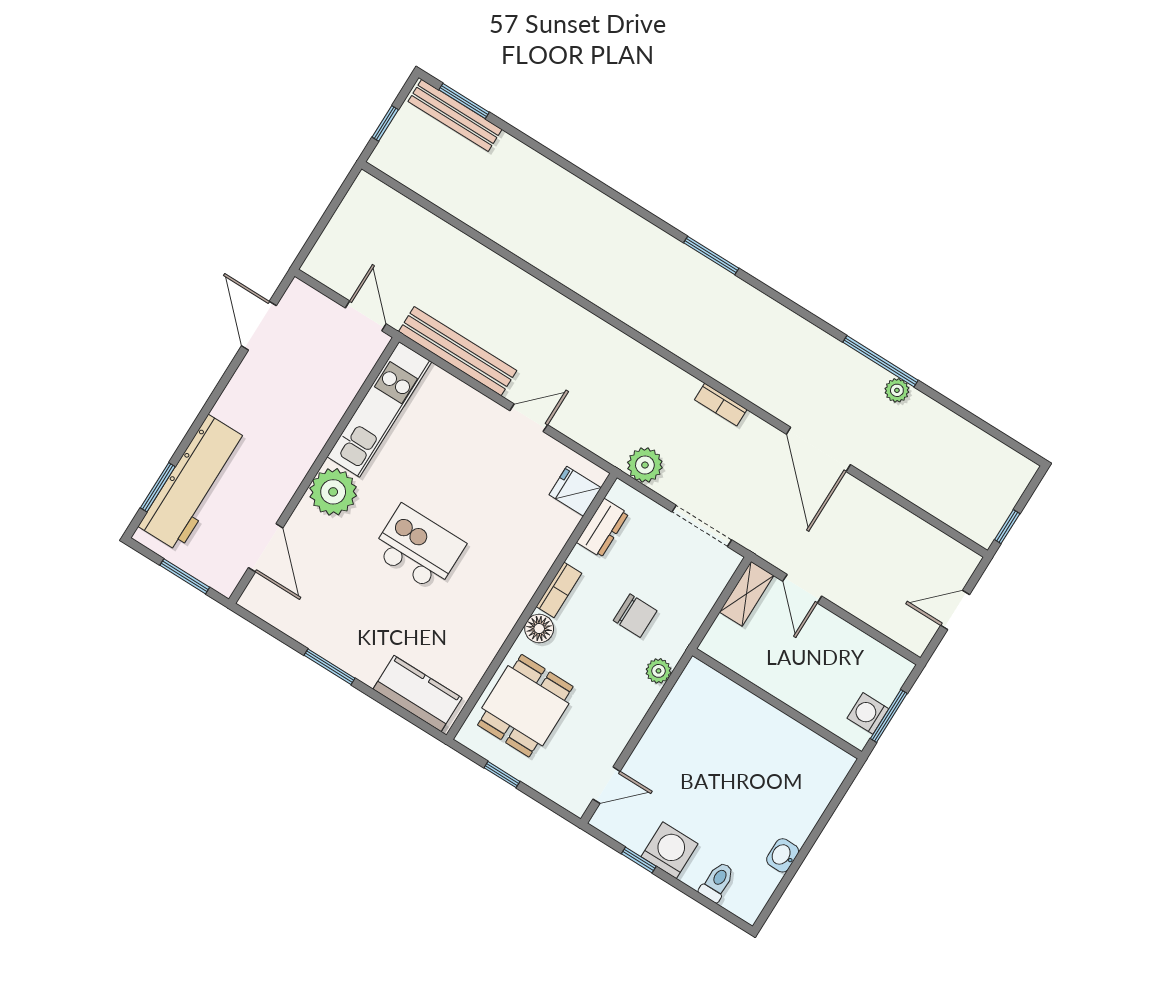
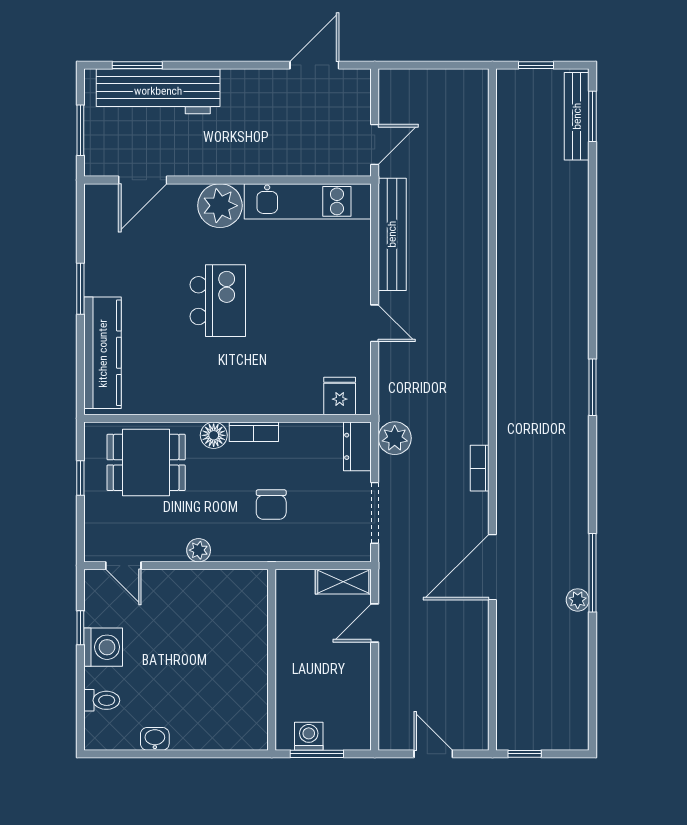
dresser: (603, 528) -> (357, 446), moved, turned 90
plant: (659, 671) -> (199, 550), moved
kitchen counter: (417, 694) -> (103, 353), width x1.50

